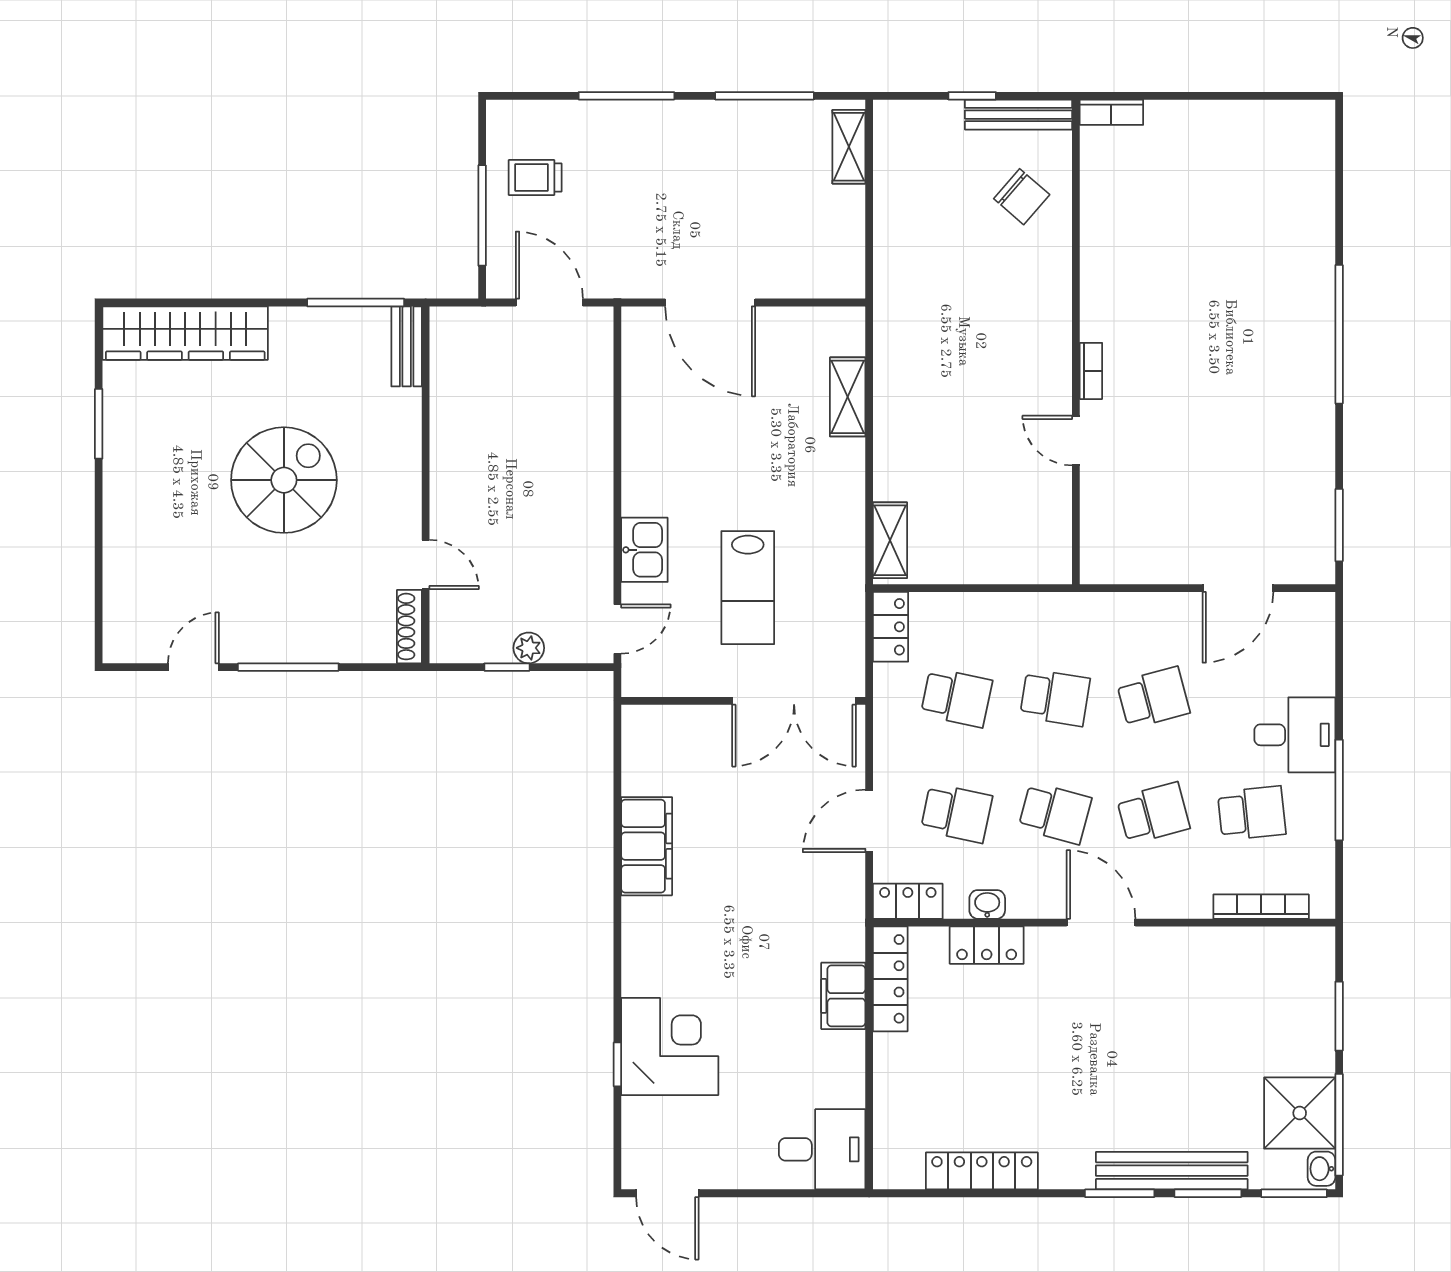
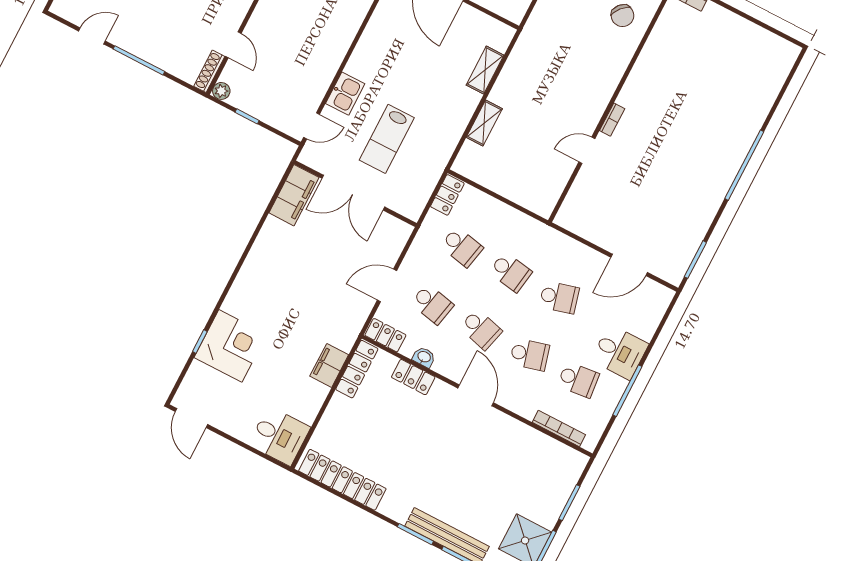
door: (1076, 441) -> (587, 150), hinge flipped
shelving: (890, 540) -> (484, 123), moved
plant: (529, 648) -> (221, 91), moved
double door: (794, 701) -> (353, 193), moved
filing cabinet: (647, 846) -> (294, 195), moved
locker: (982, 1171) -> (342, 480), width x1.41, depth x1.21

